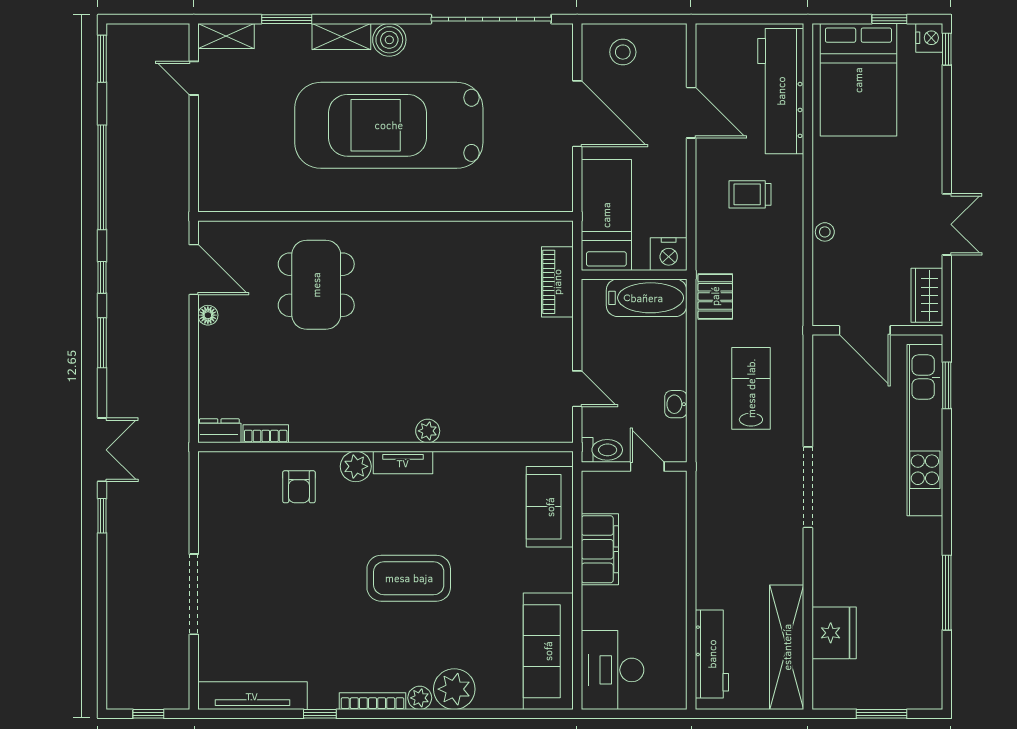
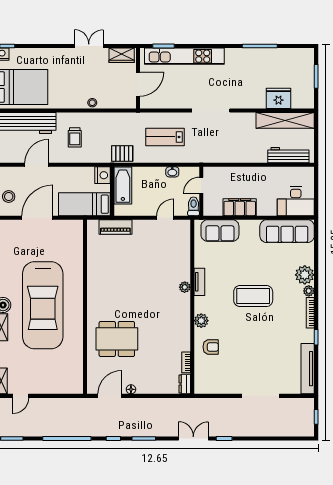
tv unit: (403, 463) -> (199, 282), moved
coffee table: (409, 578) -> (253, 296), turned 90

